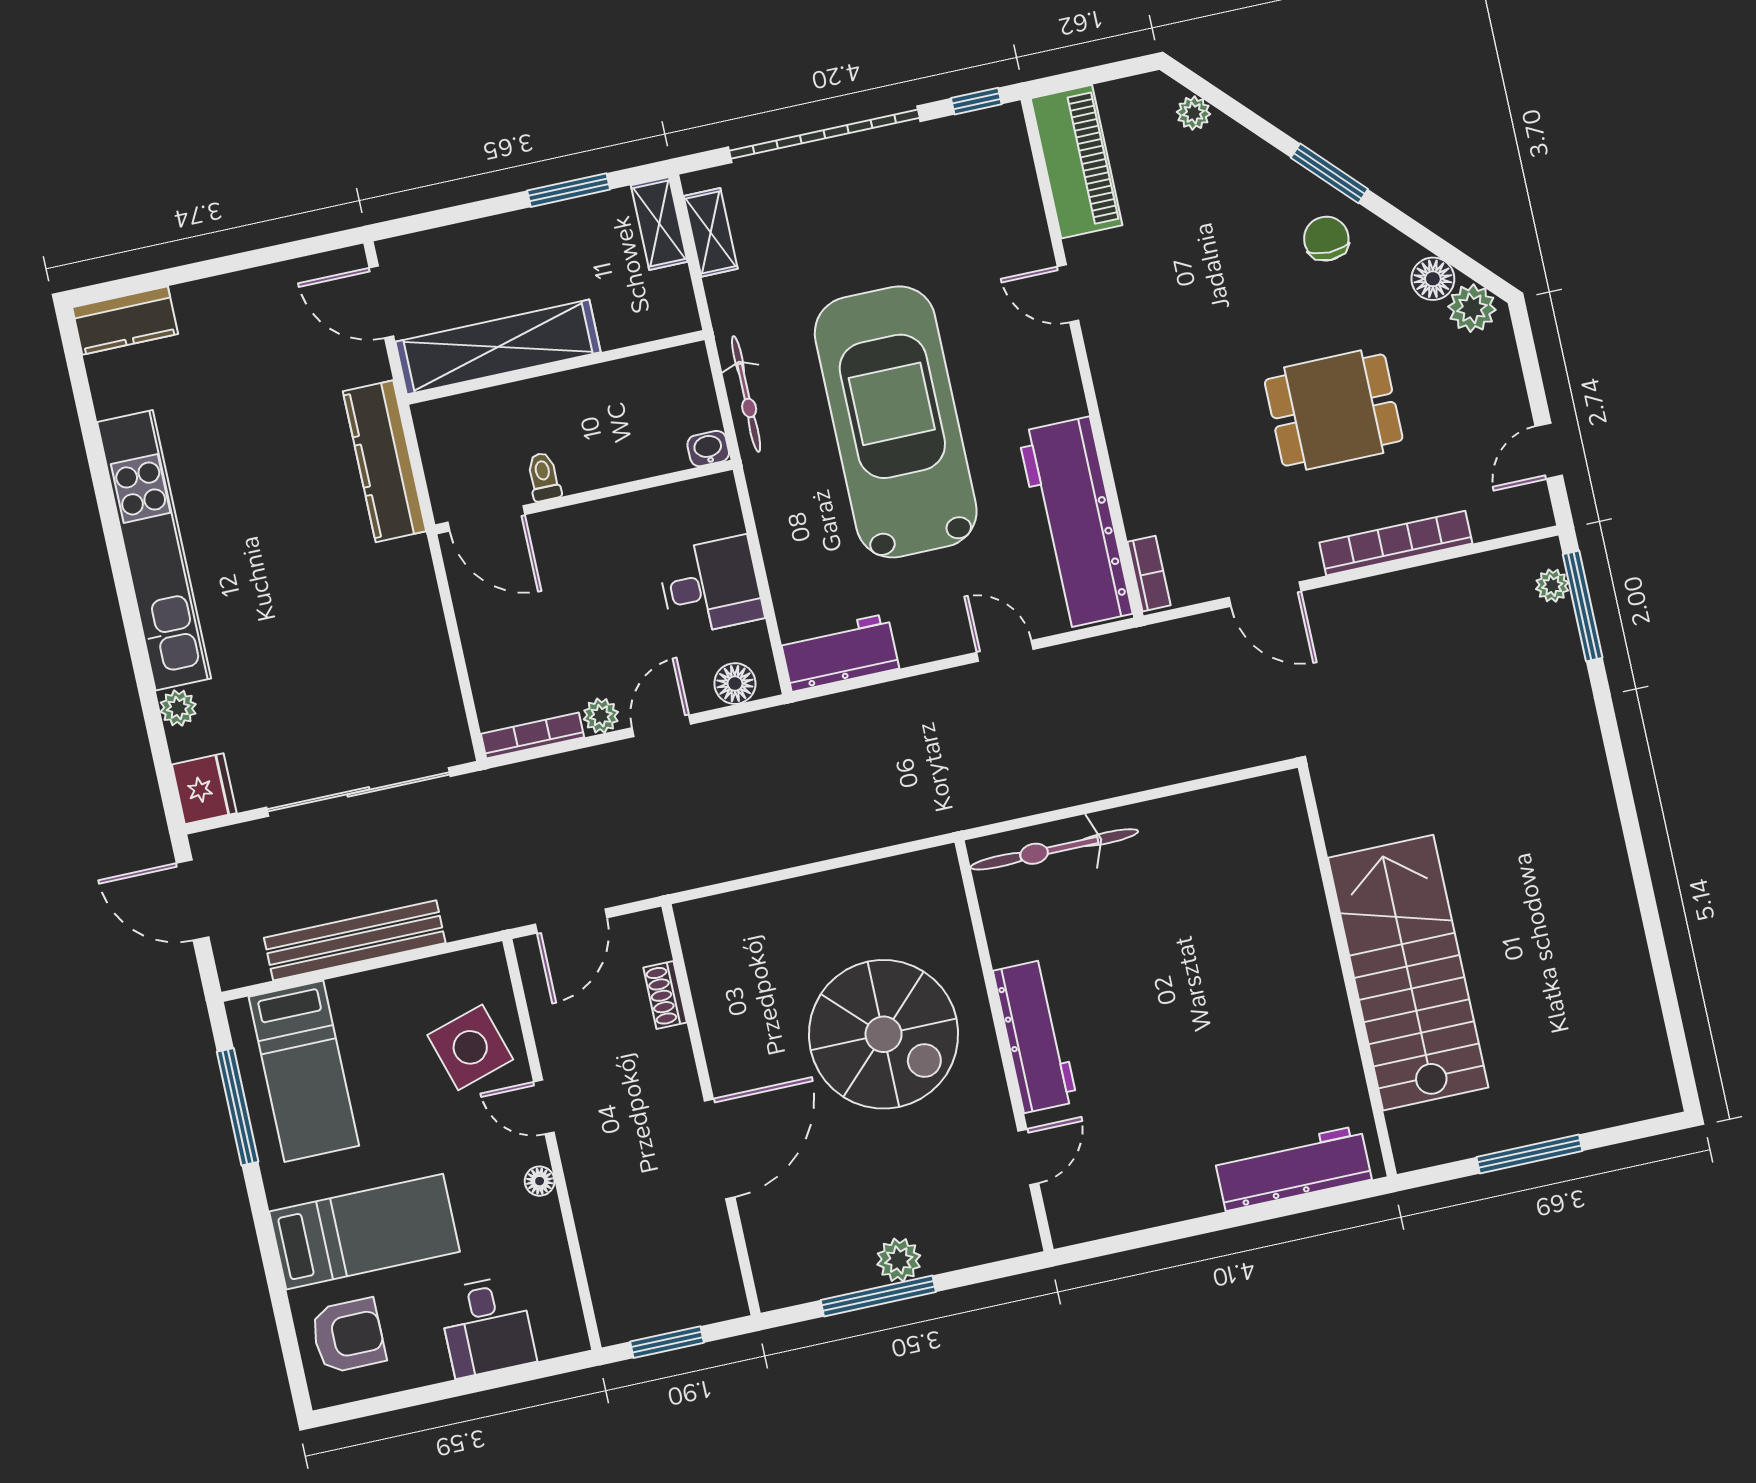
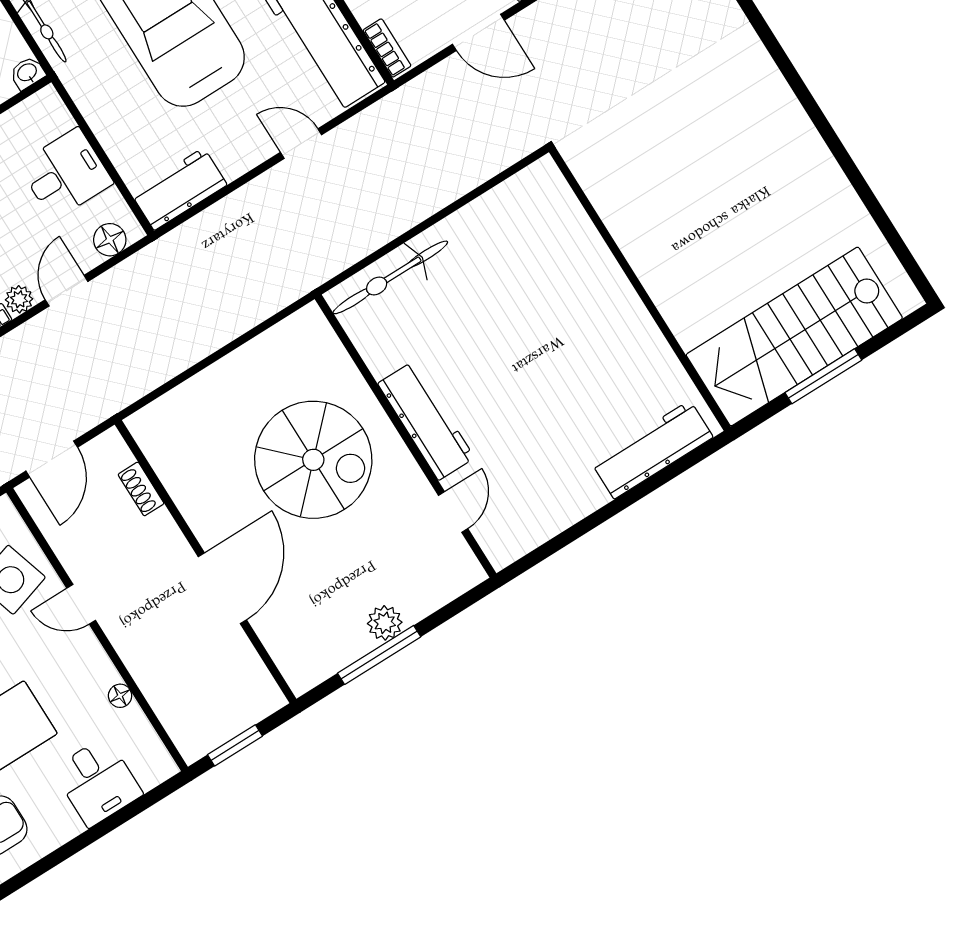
stairs: (1408, 973) -> (794, 336), moved, turned -90
floor lamp: (540, 1181) -> (120, 696), moved

